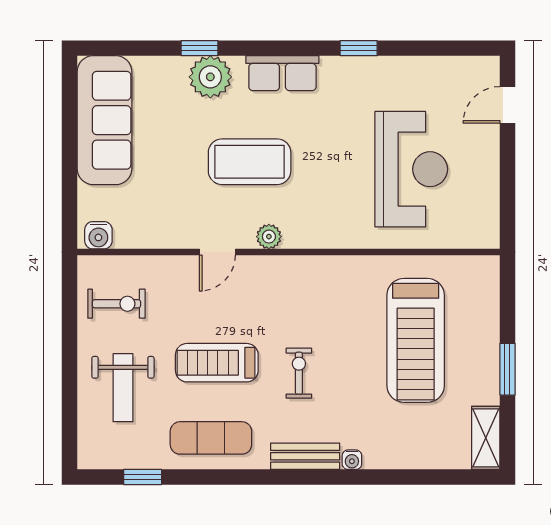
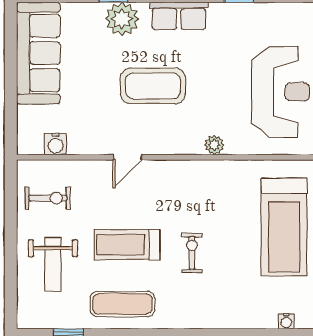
water cooler: (98, 235) -> (56, 144), moved
plant: (269, 237) -> (214, 145), moved
bench: (305, 456) -> (197, 319), removed
water cooler: (352, 460) -> (286, 321), moved

